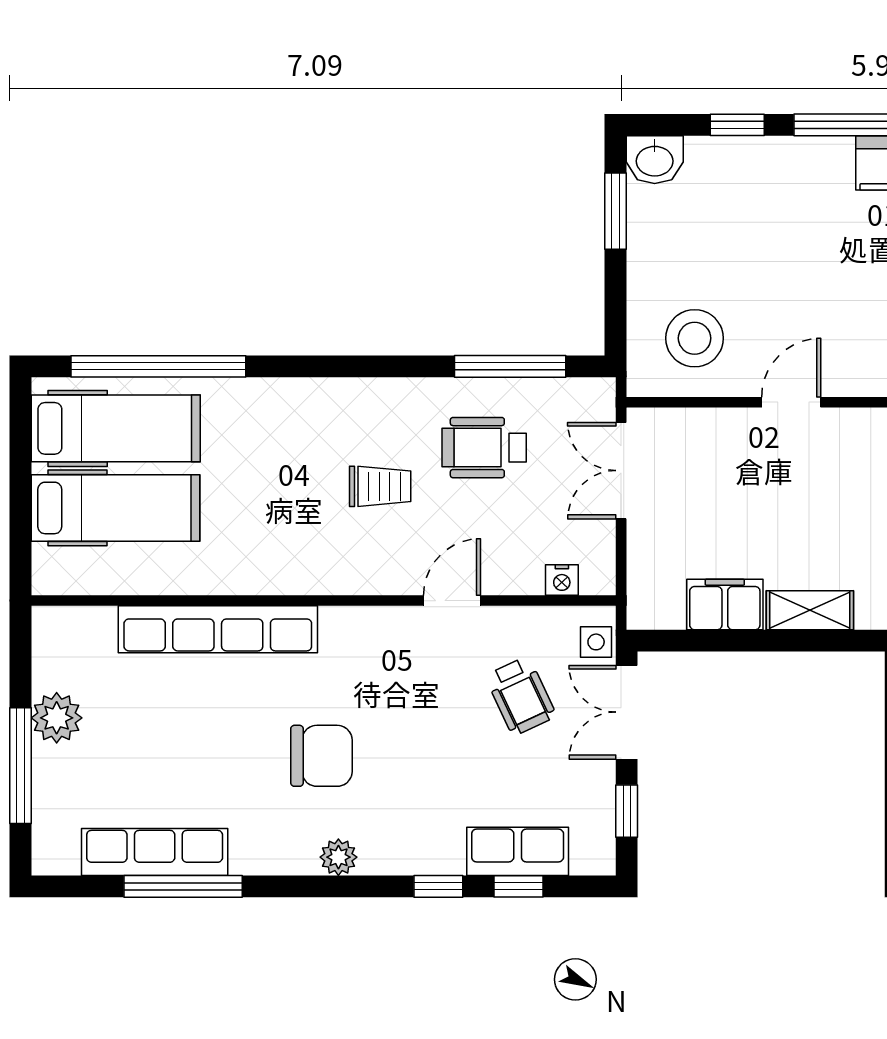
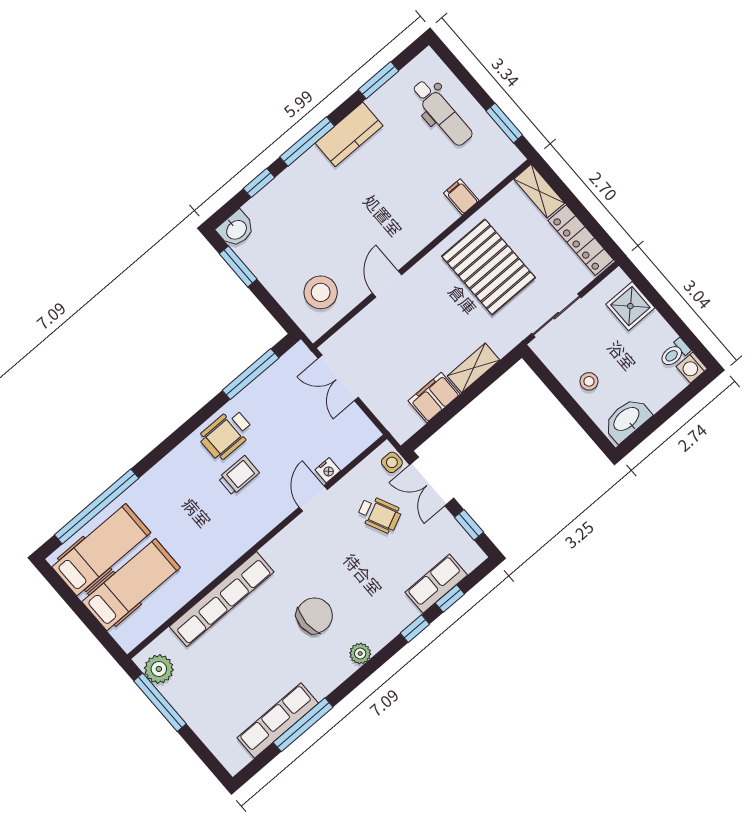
wheelchair: (484, 448) -> (226, 434), moved
nightstand: (562, 580) -> (328, 470), moved
plant: (57, 718) -> (159, 669), moved
window: (20, 766) -> (160, 702), moved

